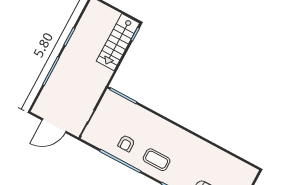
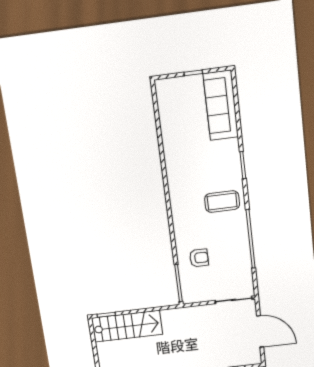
armchair: (126, 143) -> (199, 258), moved
coffee table: (157, 160) -> (222, 202), turned 90

